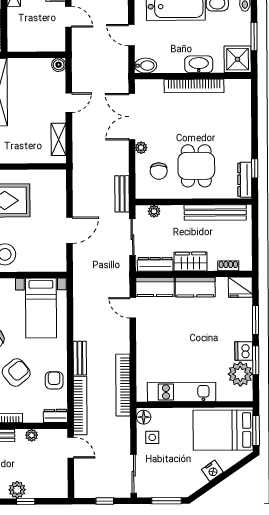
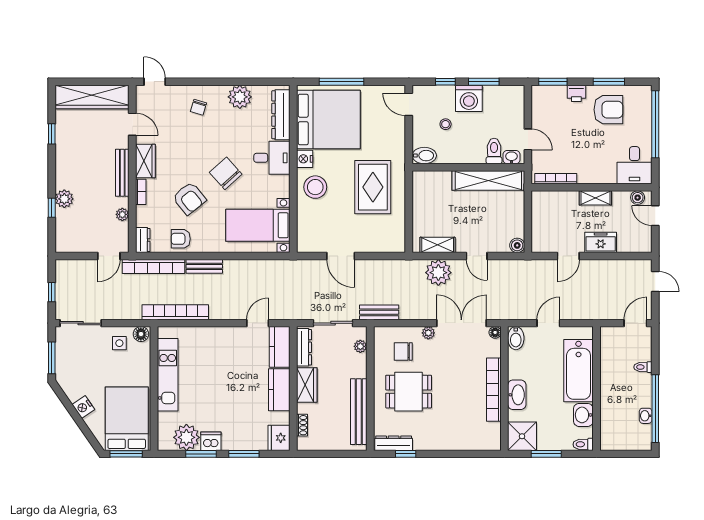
floor lamp: (140, 85) -> (495, 332), added
plant: (84, 139) -> (438, 273), added
armchair: (54, 380) -> (181, 239), turned 180

